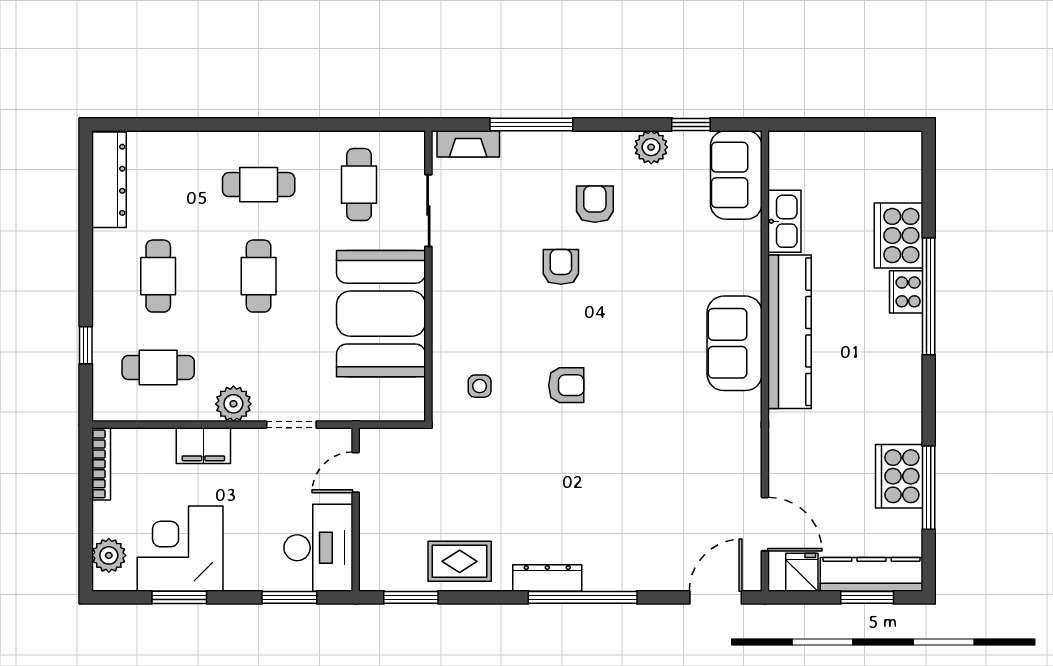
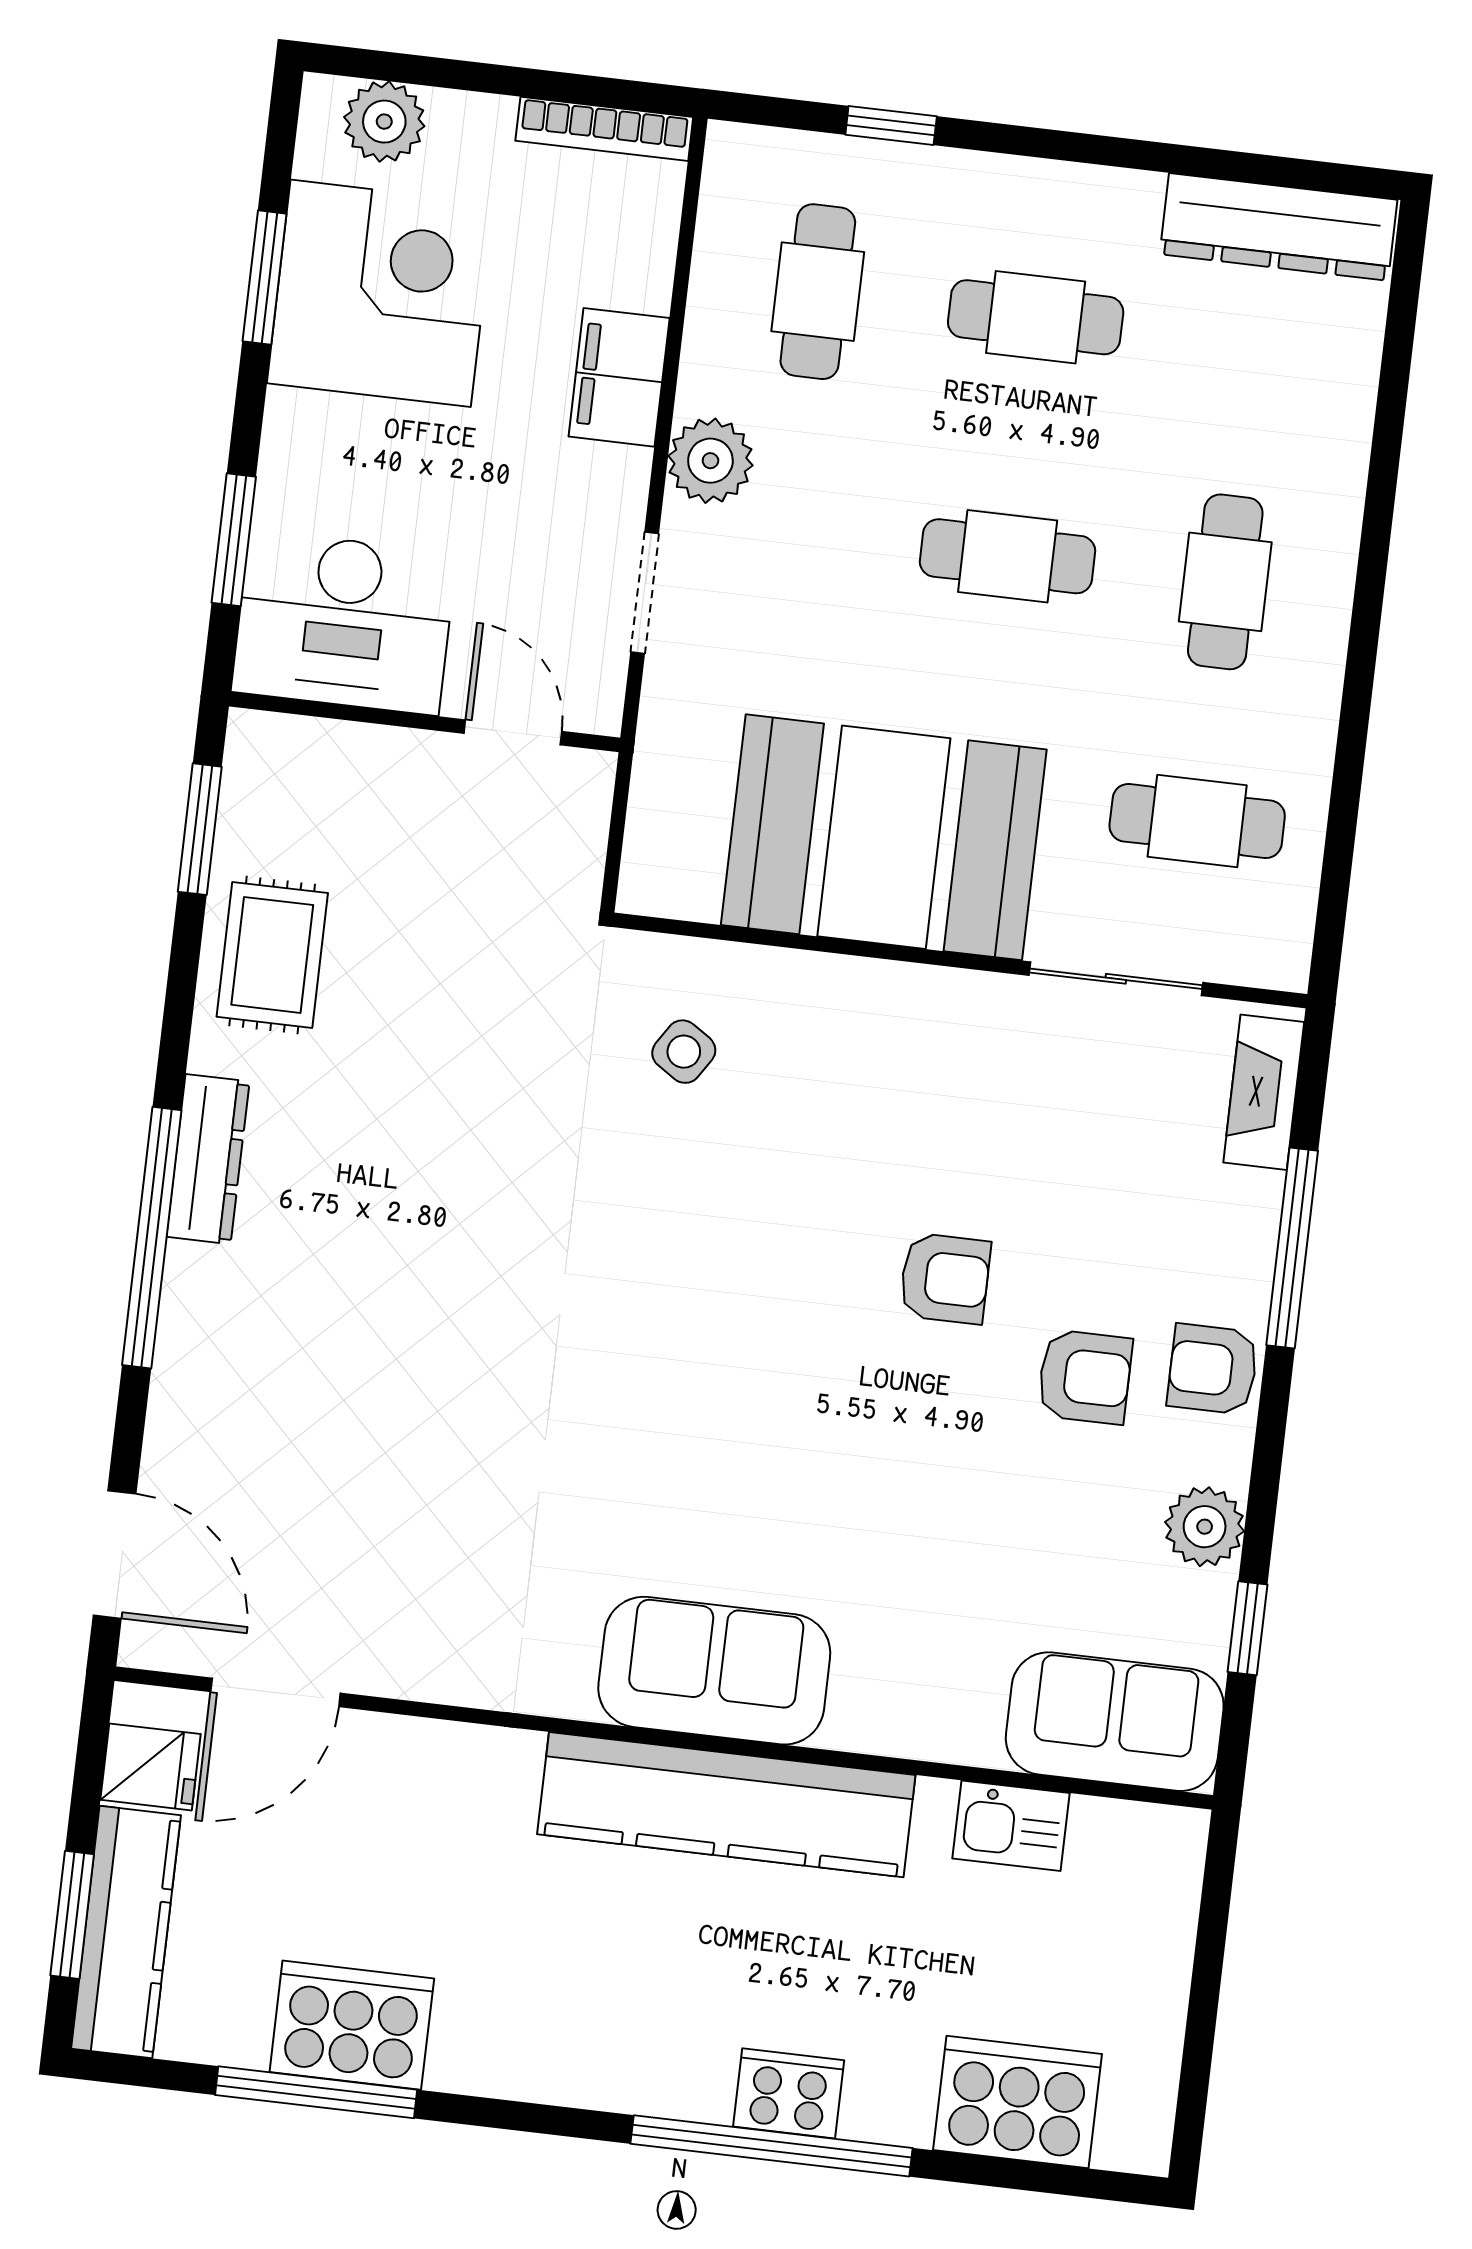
kitchen sink: (784, 221) -> (1011, 1826), width x0.73
cooker: (899, 236) -> (1017, 2102), moved
armchair: (566, 385) -> (1213, 1369), moved, turned 90
side table: (480, 386) -> (684, 1052), turned 33

